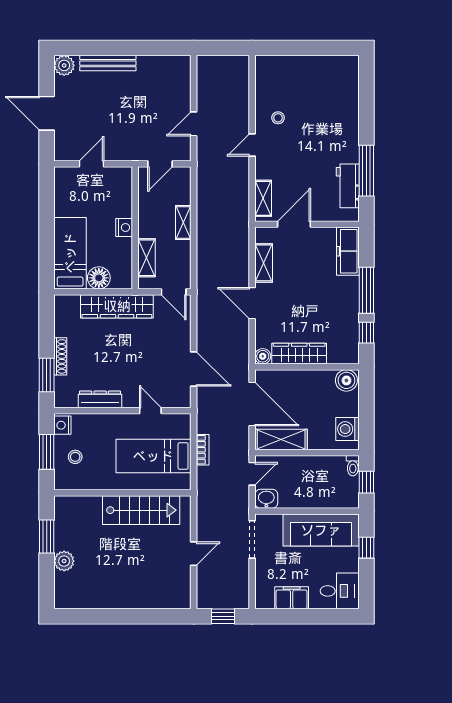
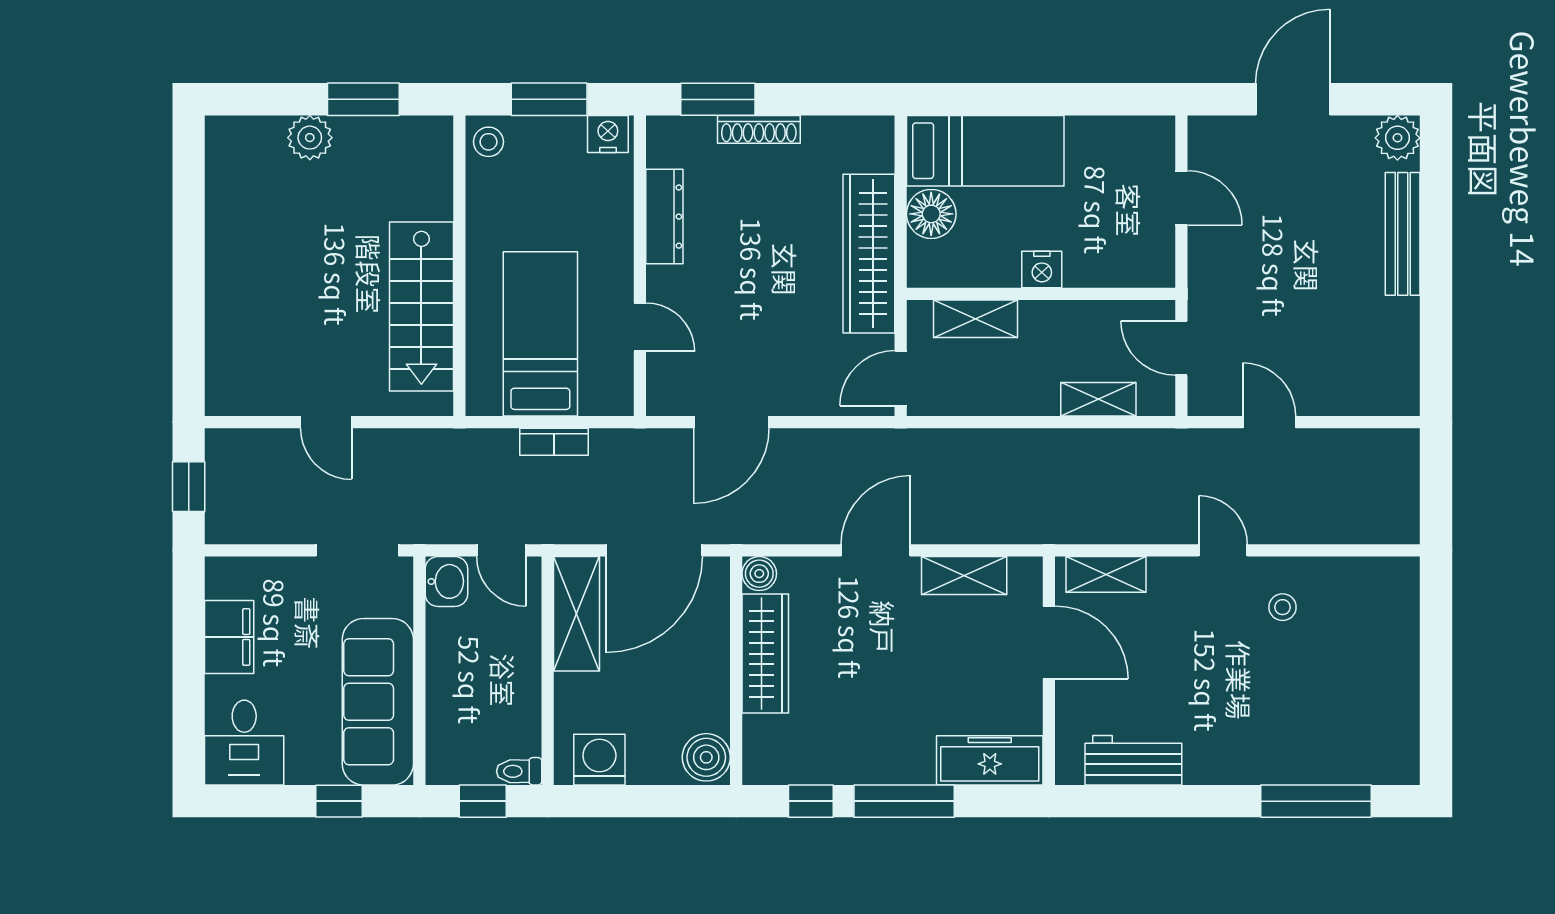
window: (366, 171) -> (1316, 801), moved
shelving: (183, 222) -> (1098, 399), moved
door: (150, 411) -> (640, 327), hinge flipped
stool: (75, 457) -> (488, 142), moved

